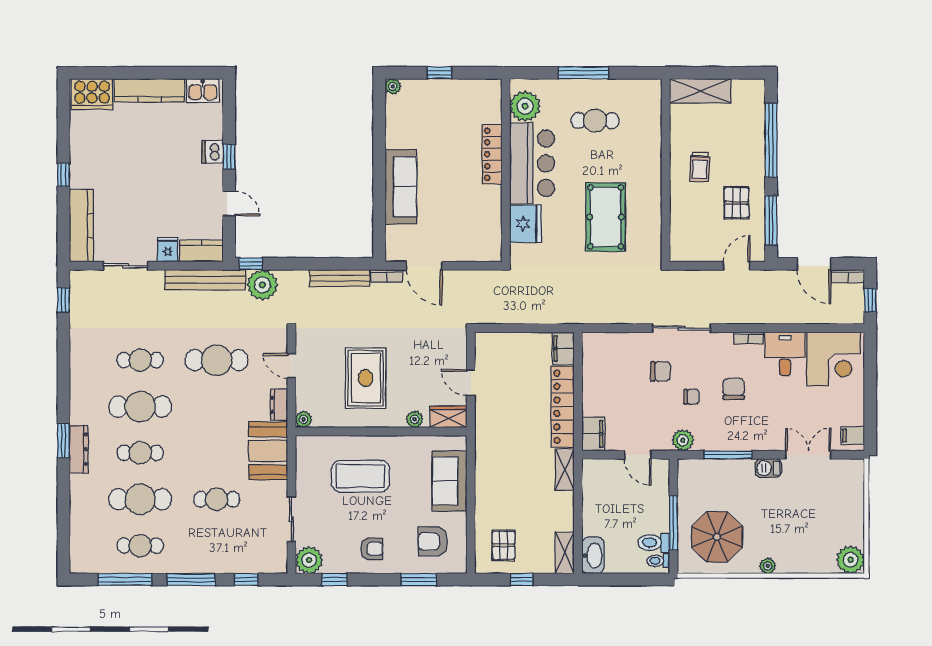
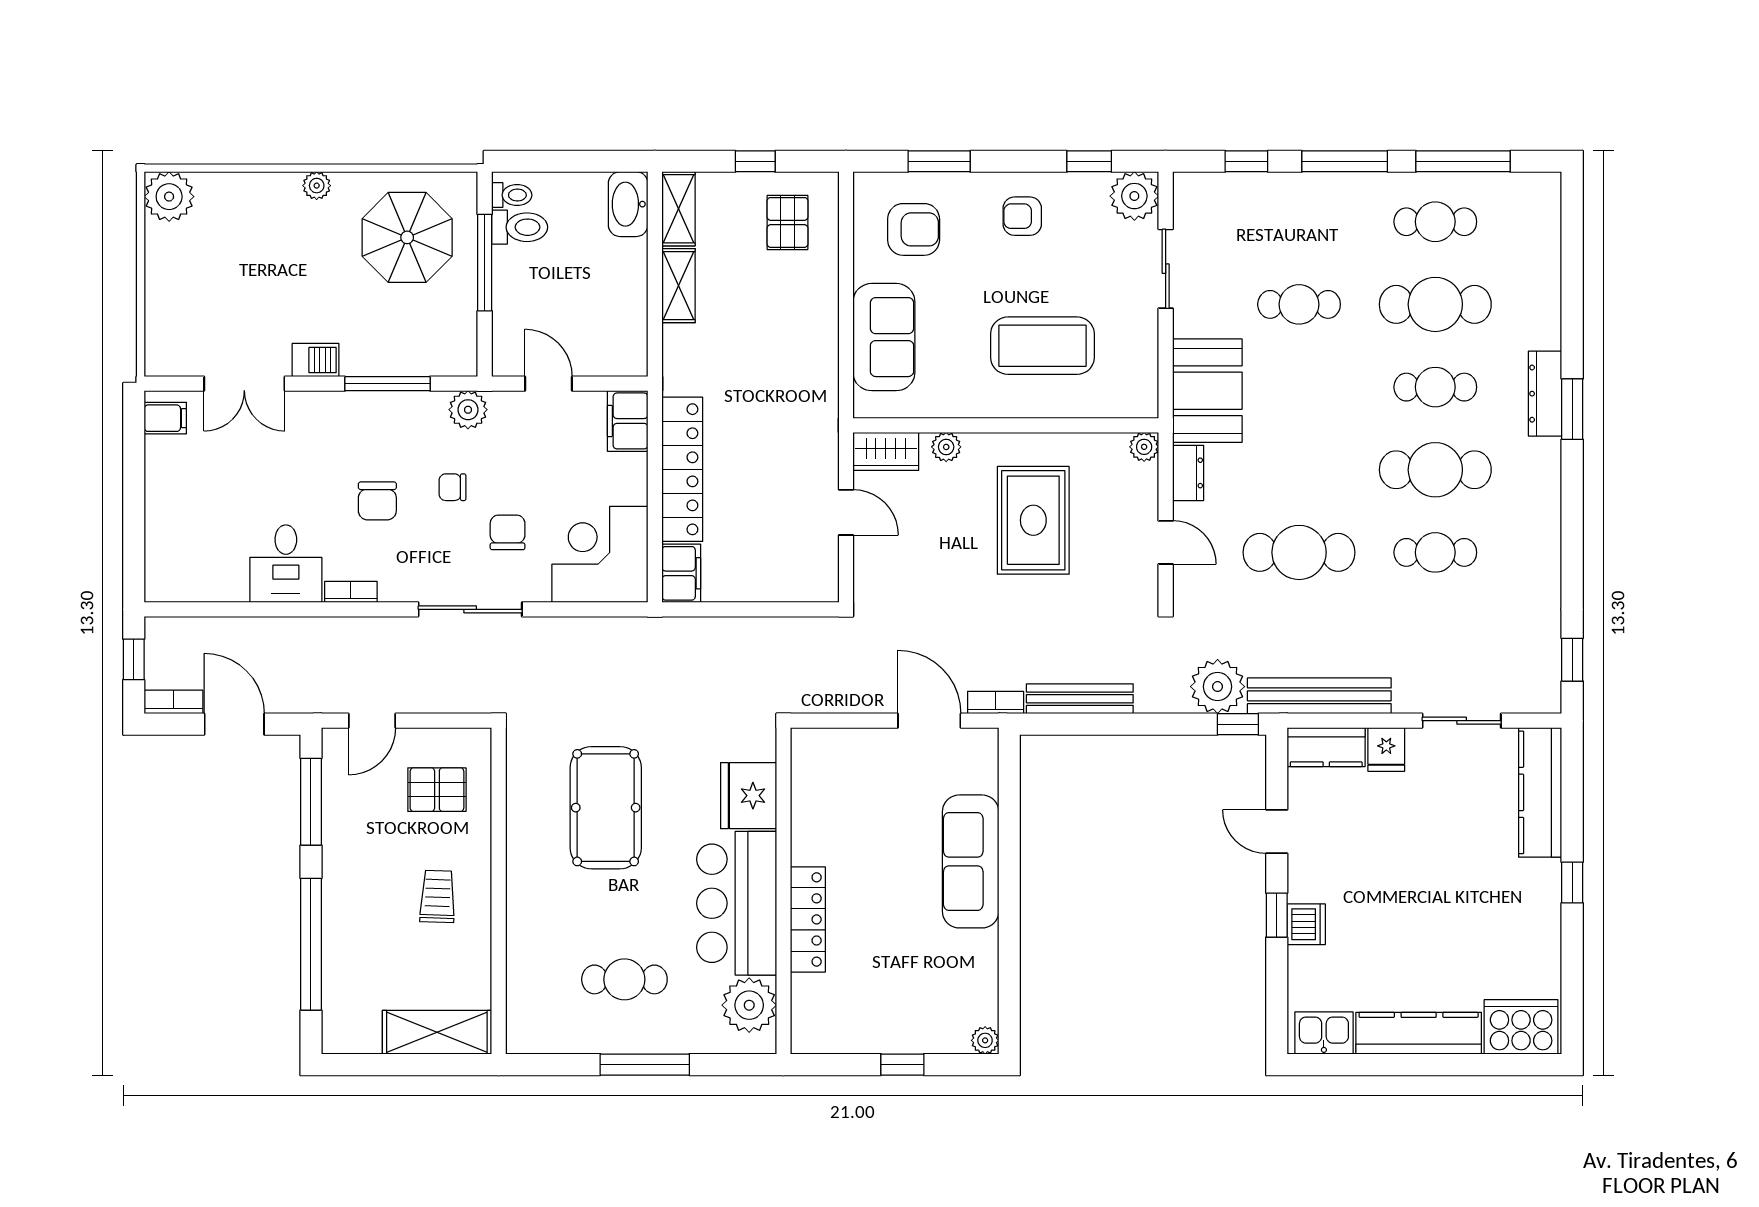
pallet: (736, 203) -> (437, 790), moved, turned 90
corner desk: (834, 359) -> (600, 554), moved
chair: (661, 371) -> (508, 532), turned 90
shelving: (565, 470) -> (679, 286), moved

